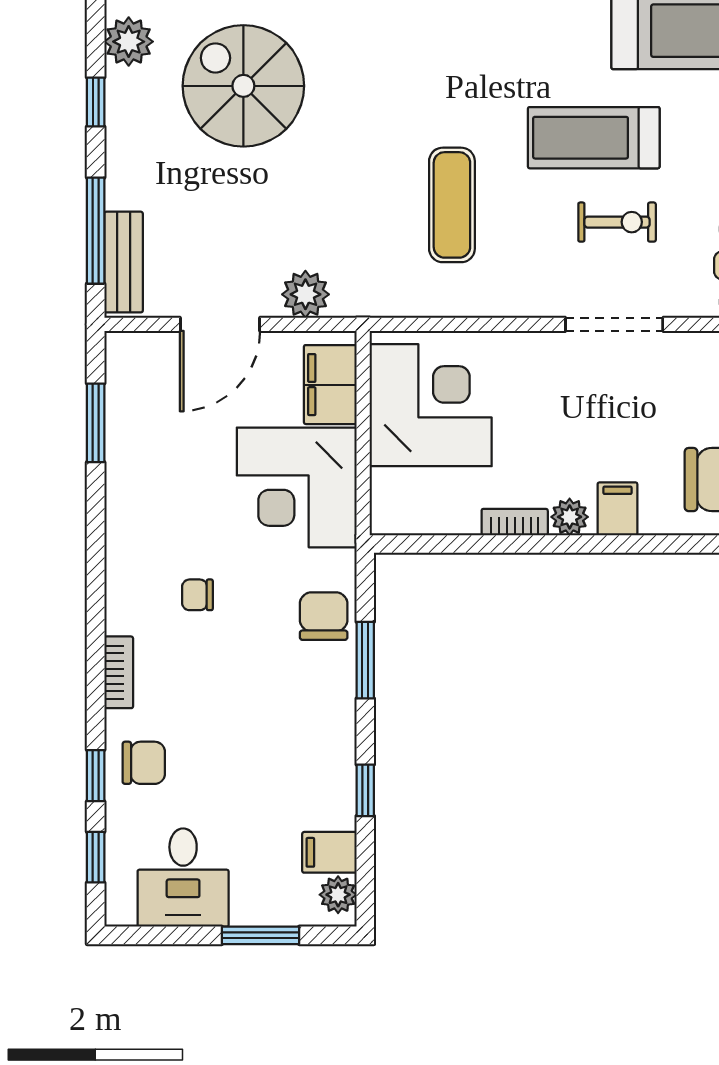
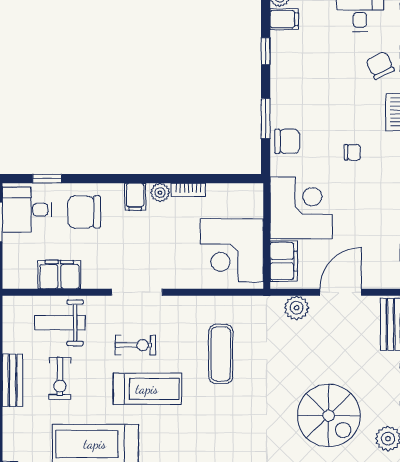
exercise bike: (617, 222) -> (135, 345), turned 180
chair: (324, 616) -> (287, 141), turned -90
chair: (144, 763) -> (380, 65), turned 64

